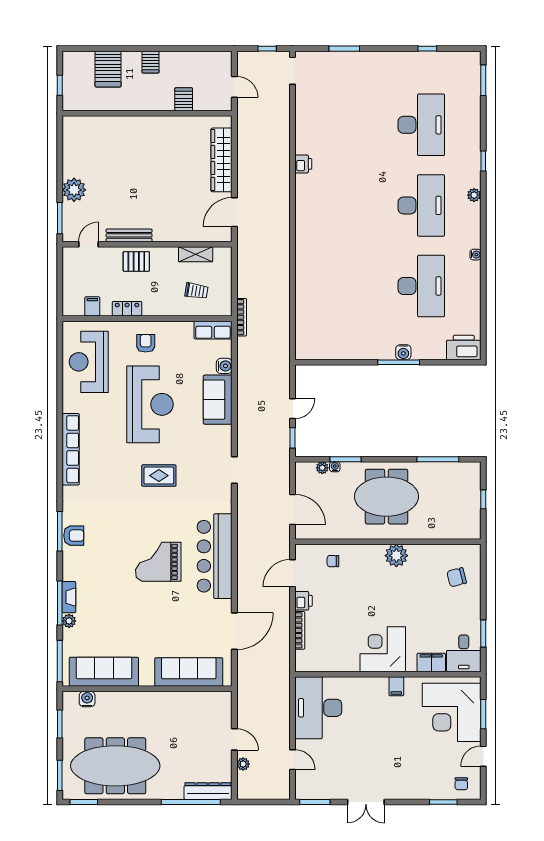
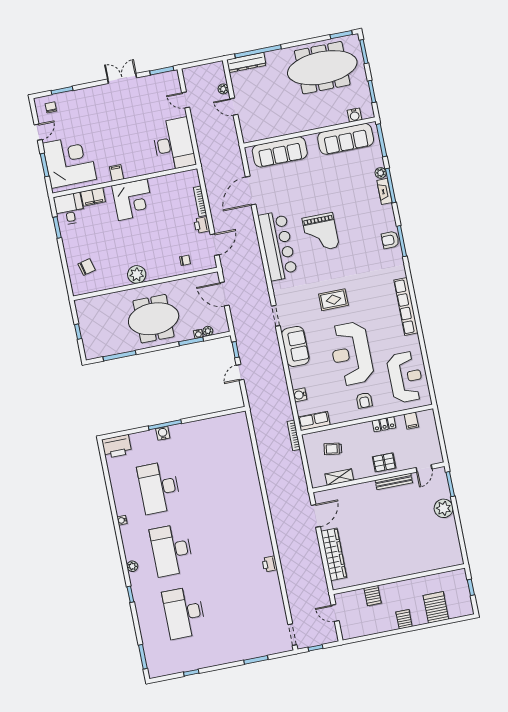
sofa: (218, 400) -> (295, 346), moved
grand piano: (158, 562) -> (321, 233), turned 90

